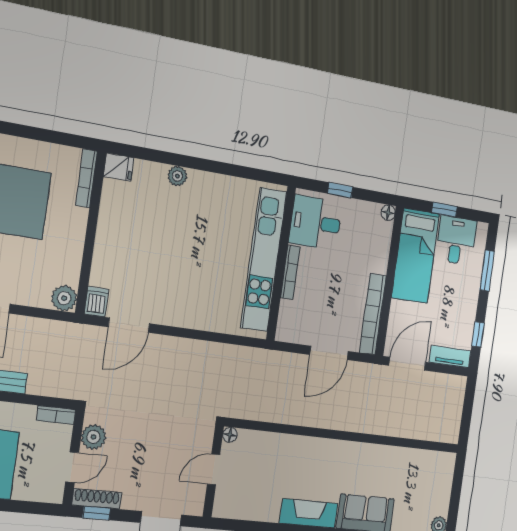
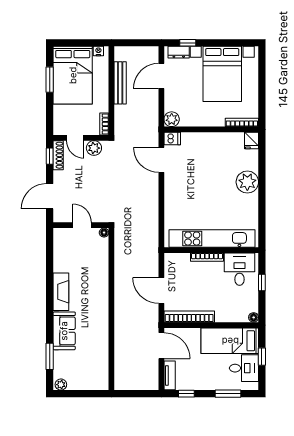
plant: (177, 176) -> (247, 182), width x1.88, depth x1.88

